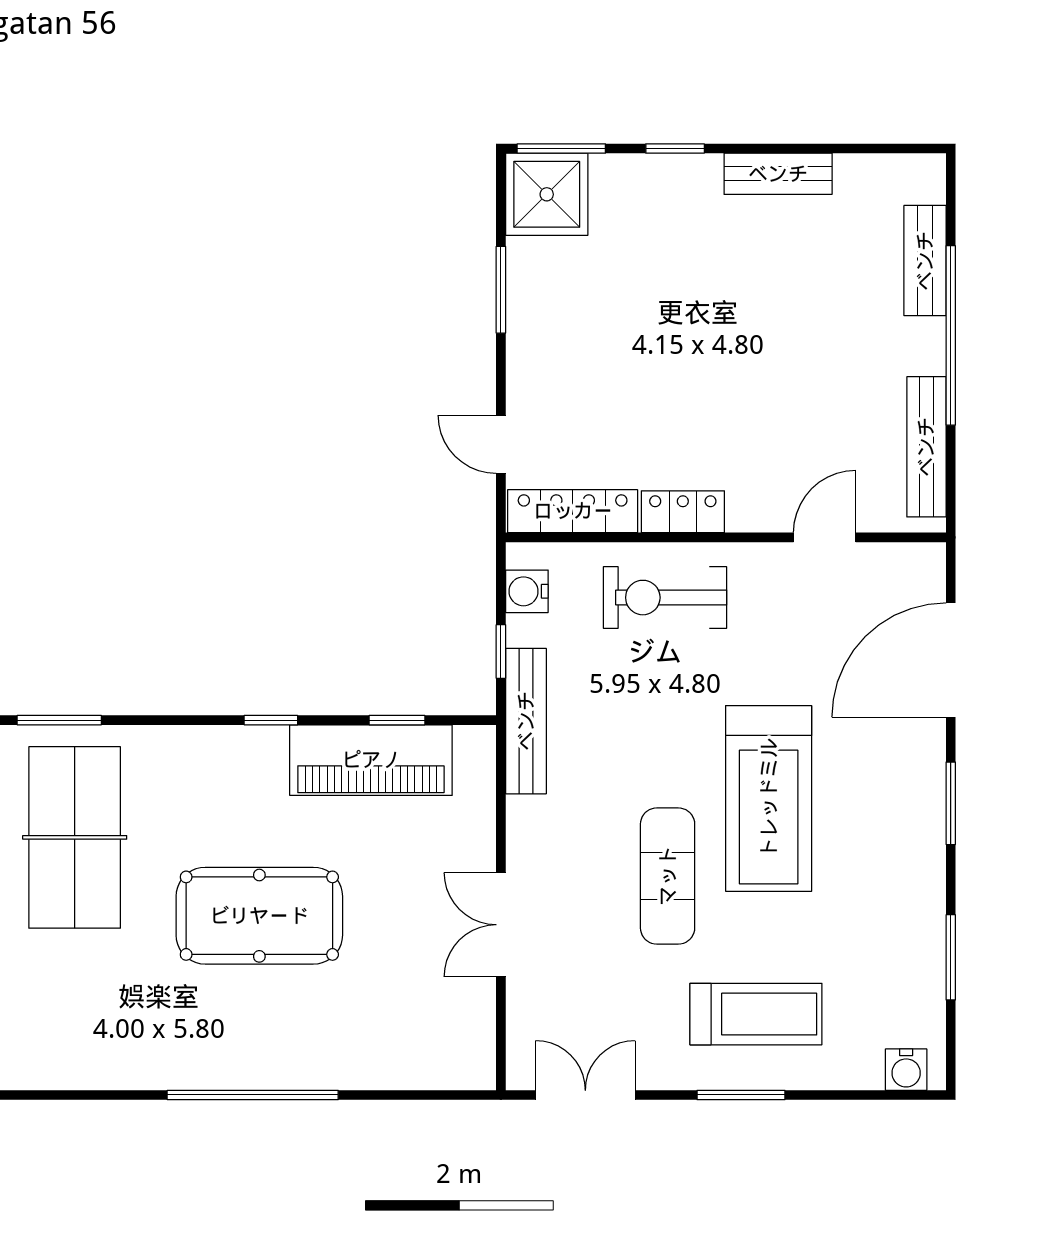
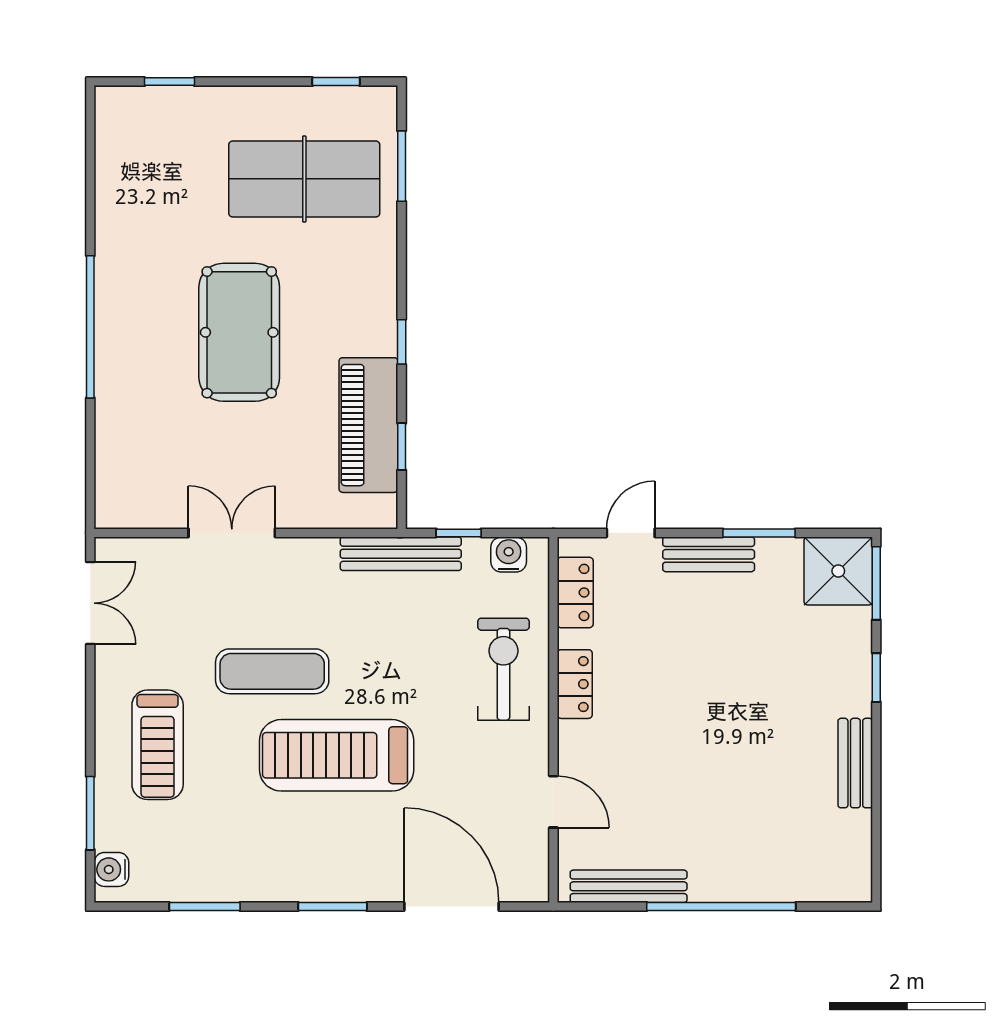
bench: (925, 261) -> (709, 554), moved
locker: (573, 511) -> (575, 592), width x0.66
window: (741, 1095) -> (90, 813), moved

